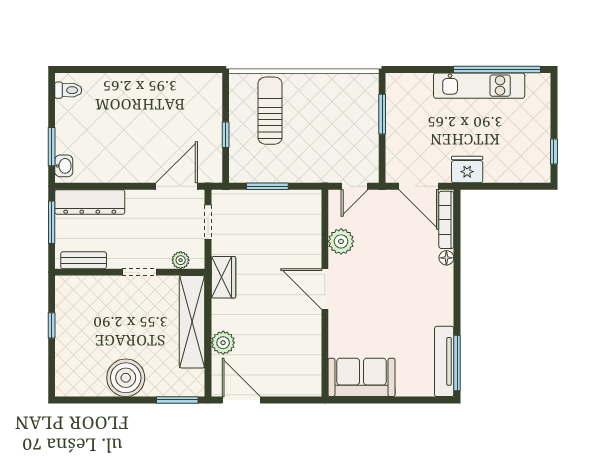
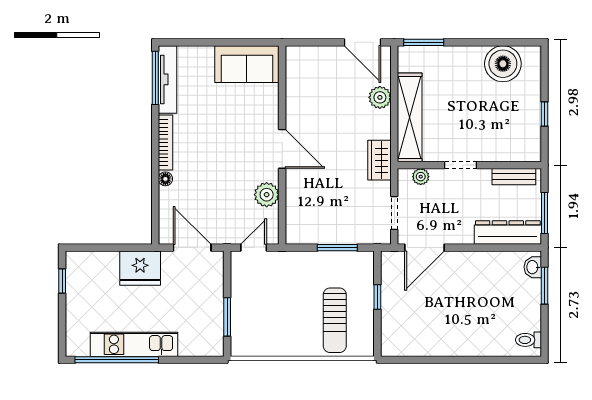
fridge: (467, 170) -> (140, 268), width x1.36, depth x1.34
bookcase: (446, 220) -> (165, 143), moved
boiler: (126, 378) -> (503, 64), moved

